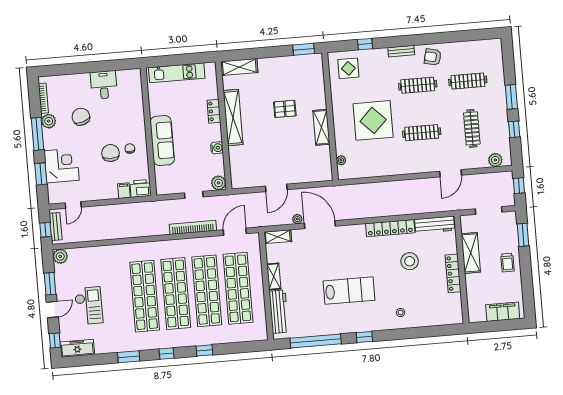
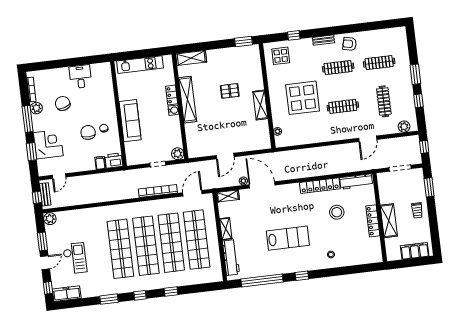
water cooler: (217, 148) -> (173, 110), moved
shelving: (471, 253) -> (389, 221), moved

